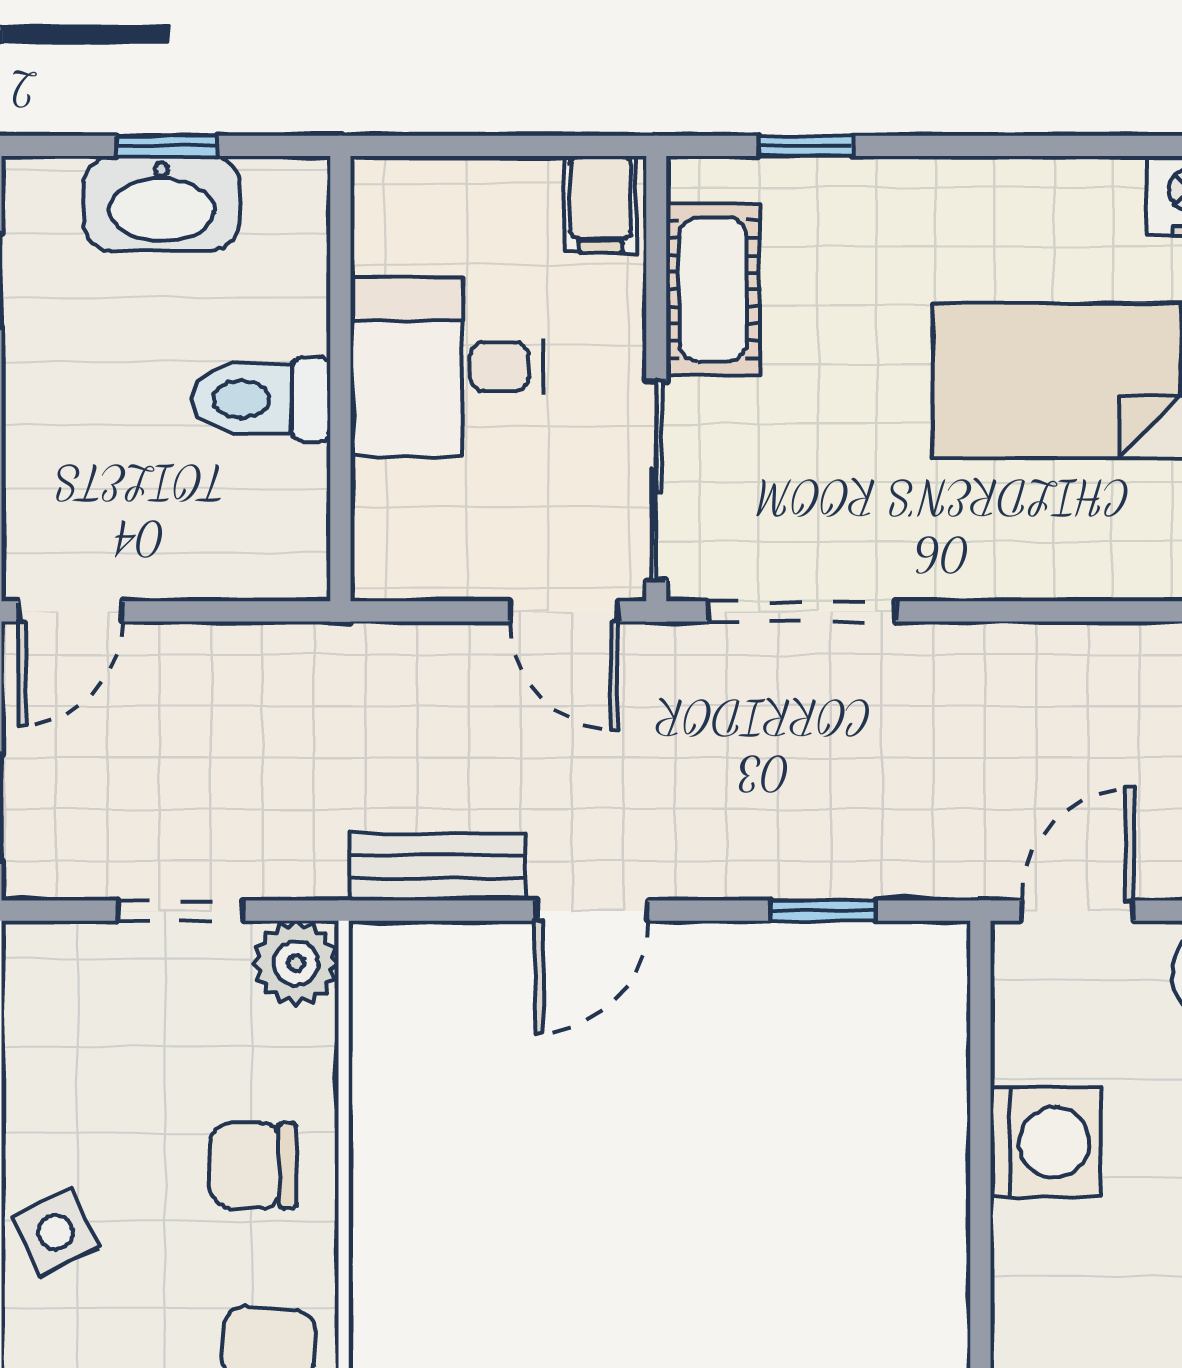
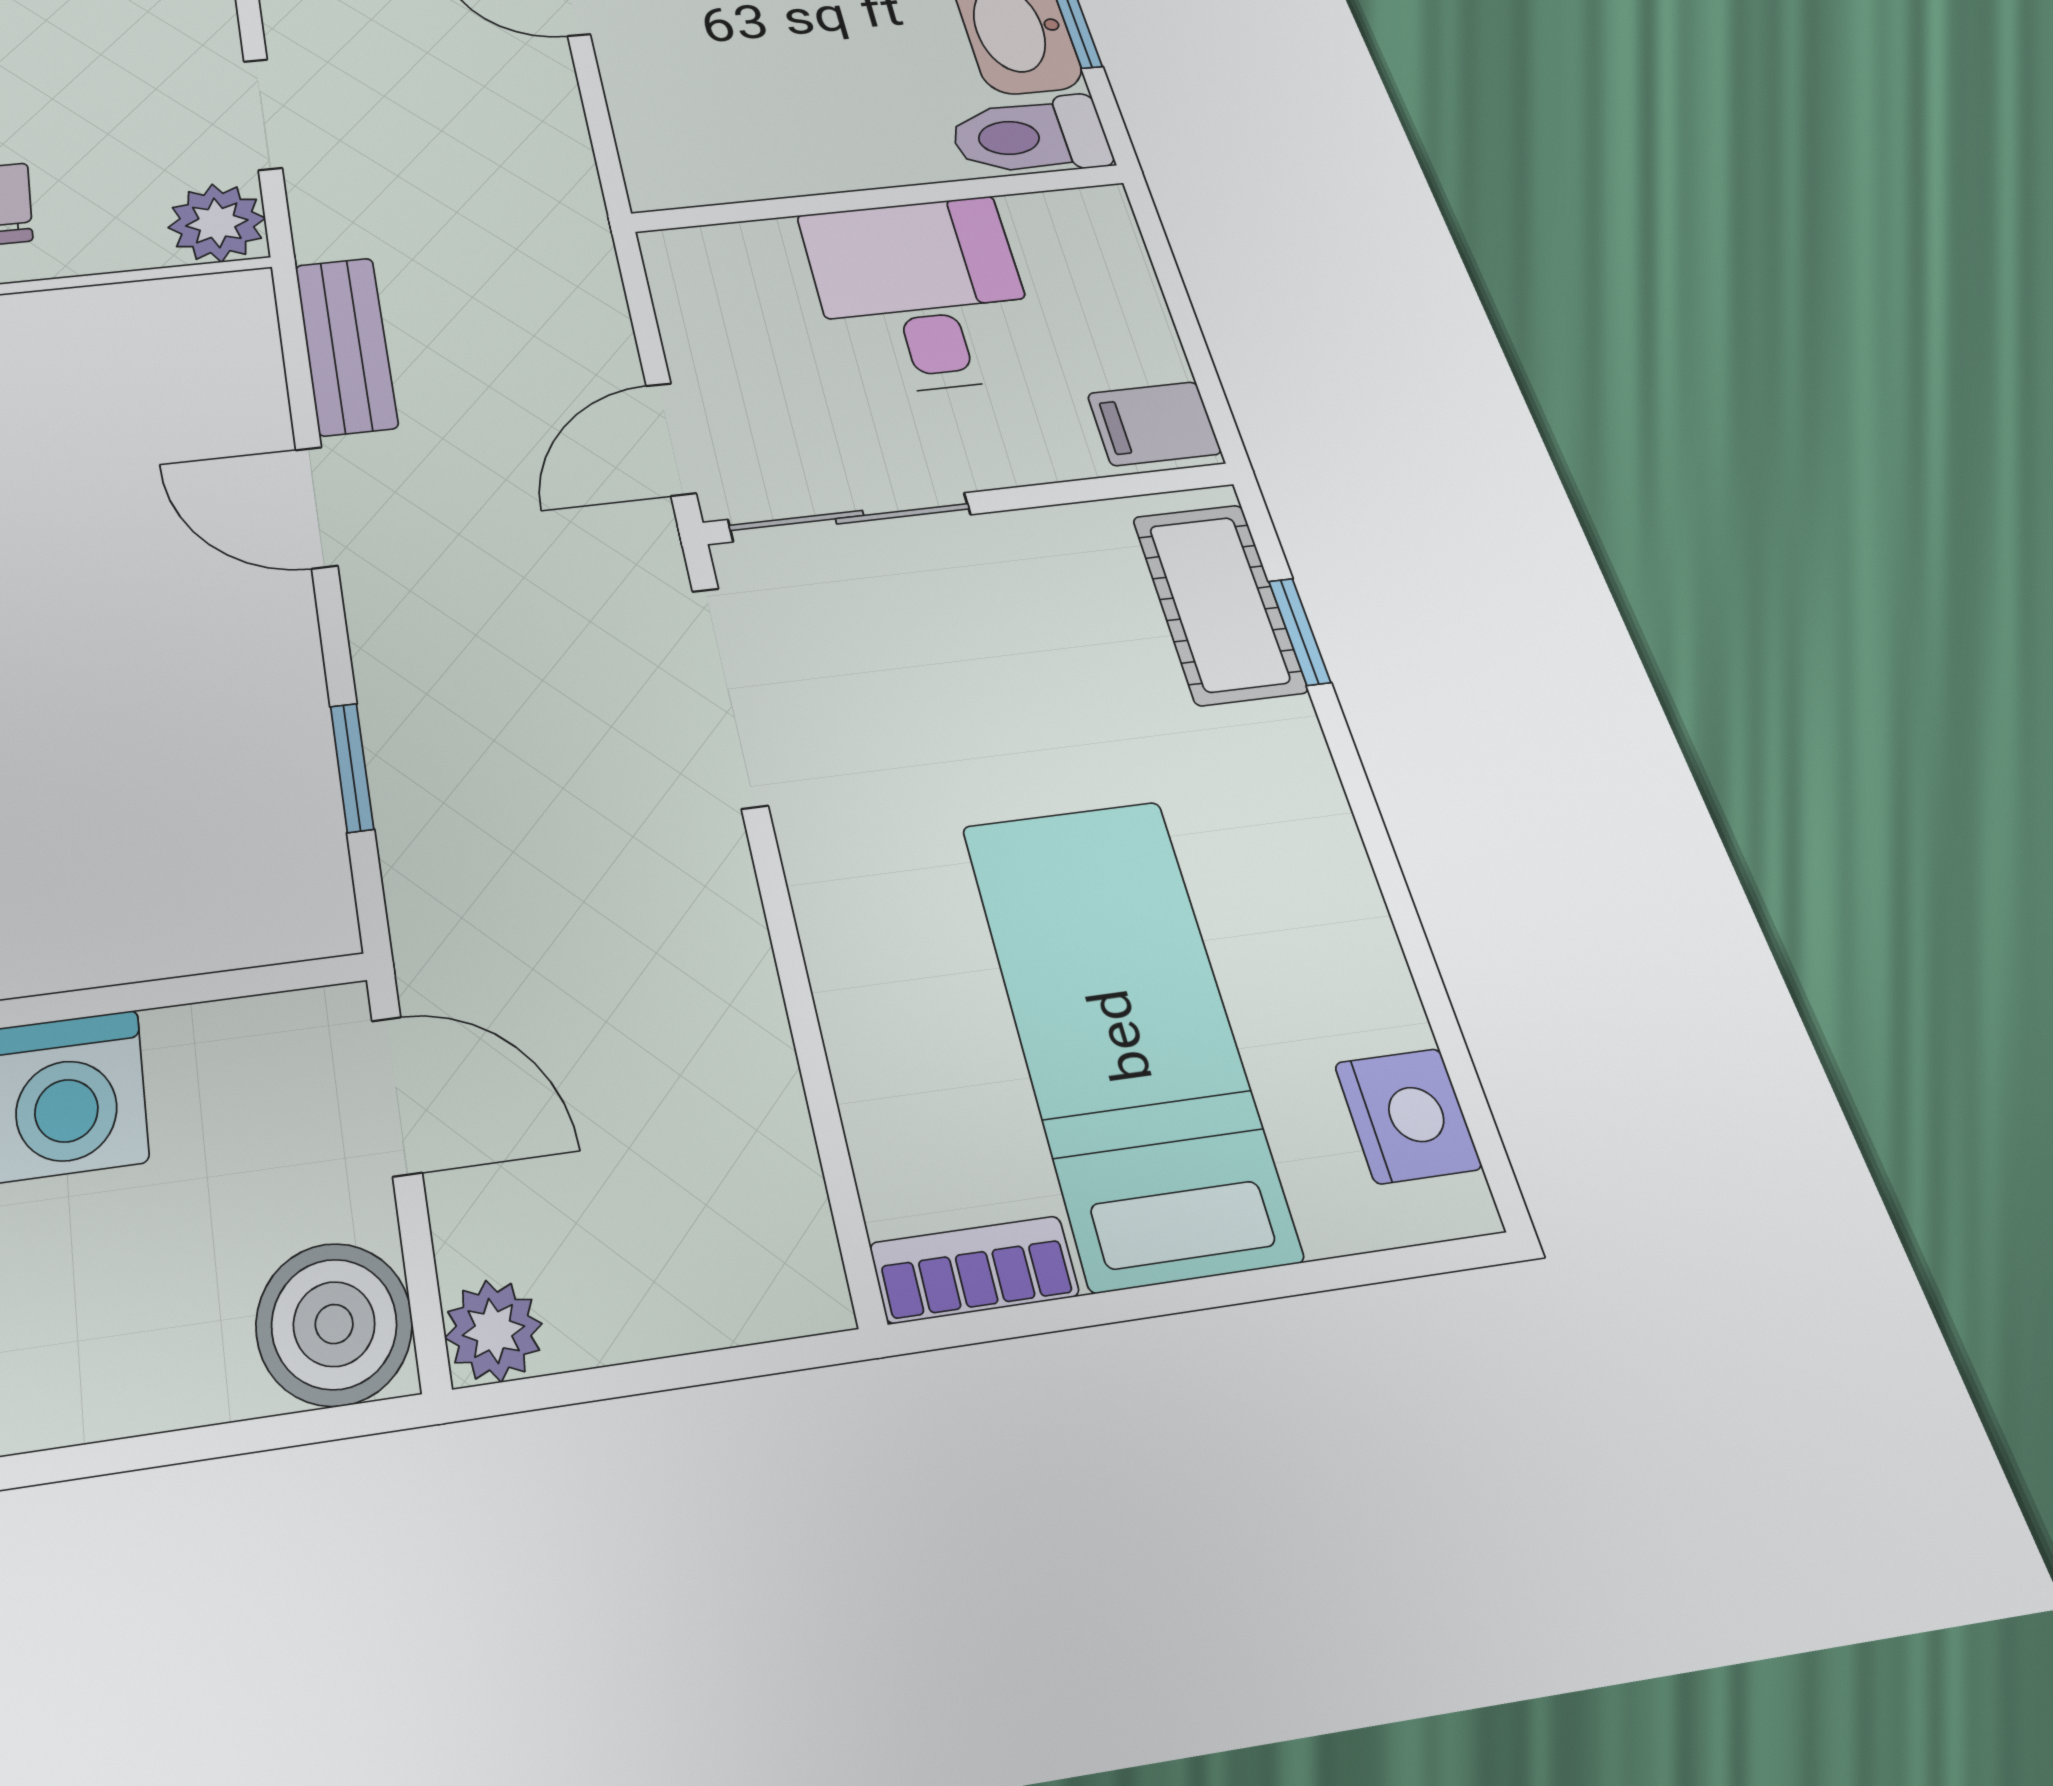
cot: (713, 289) -> (1219, 603), moved, turned 90
toilet: (261, 399) -> (1030, 136), moved, turned -90

